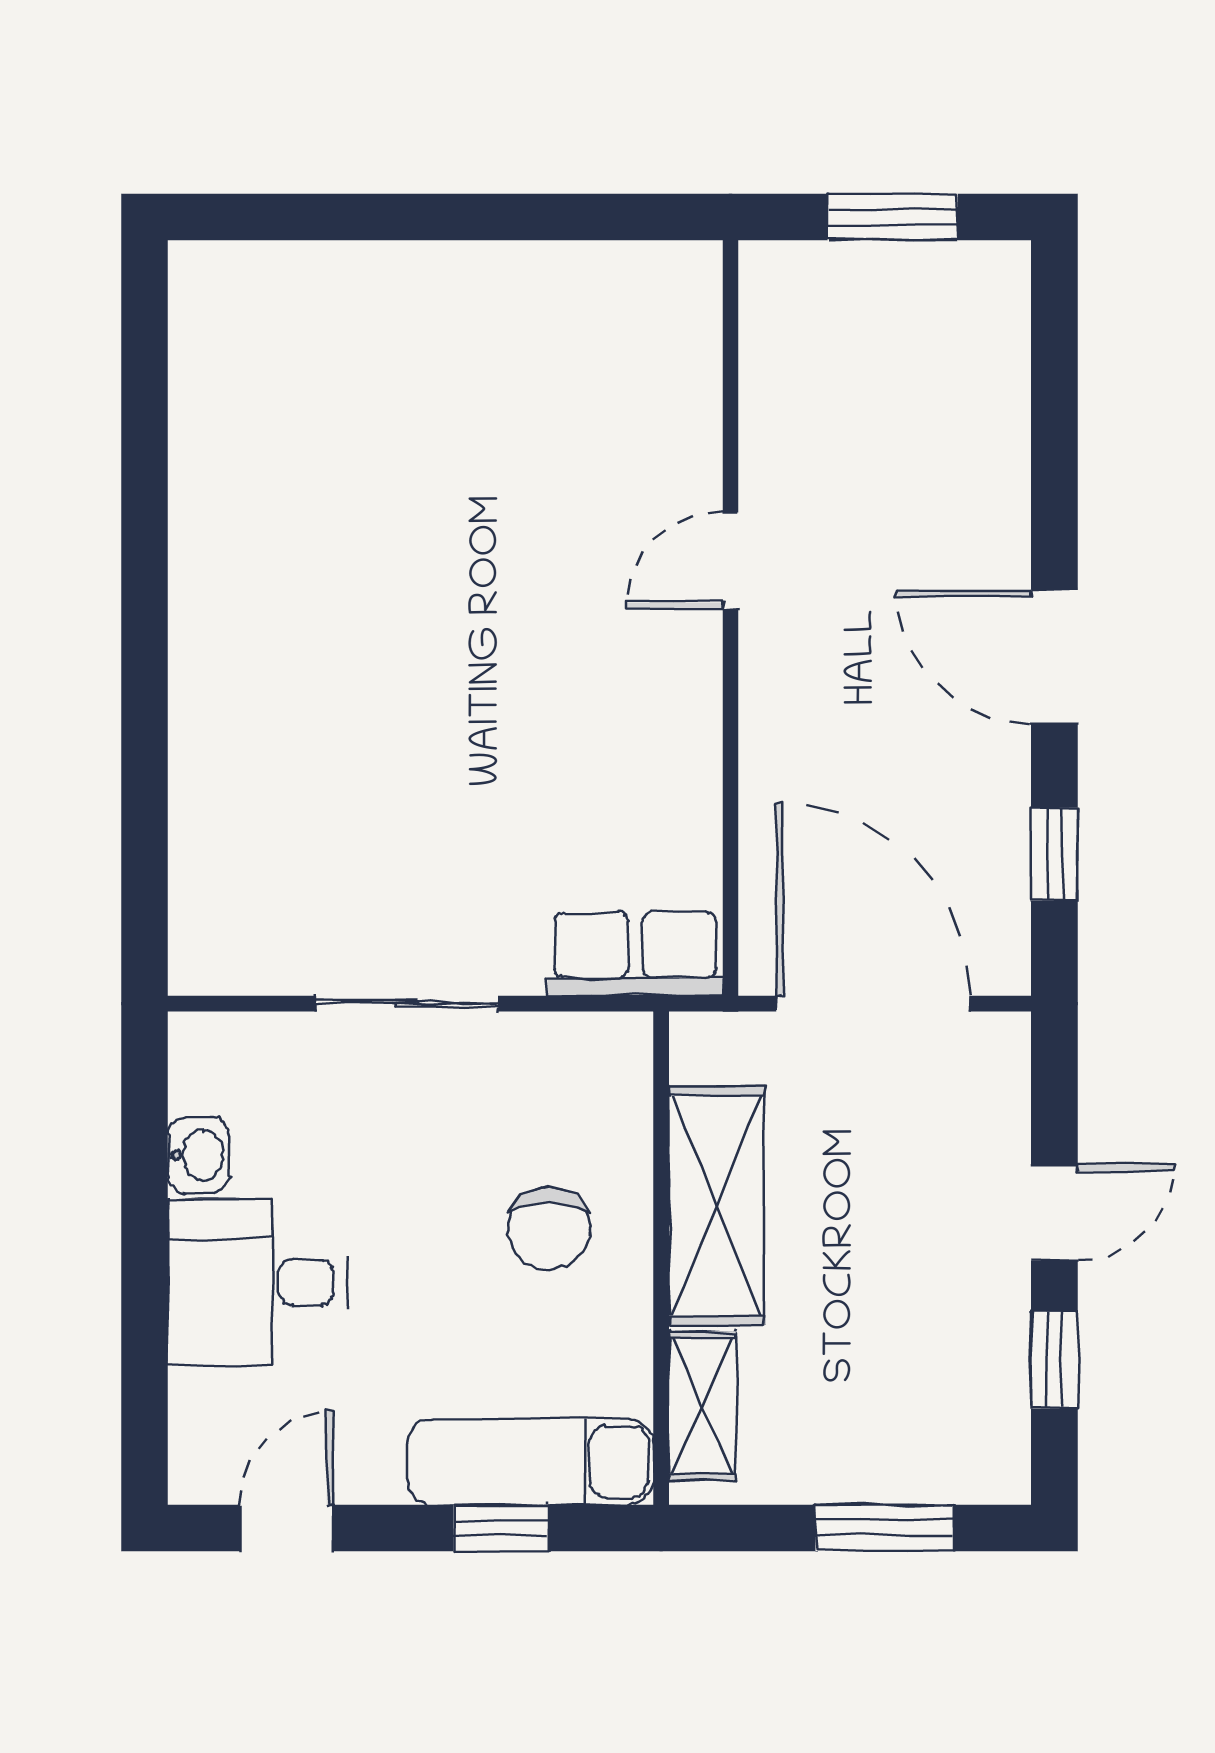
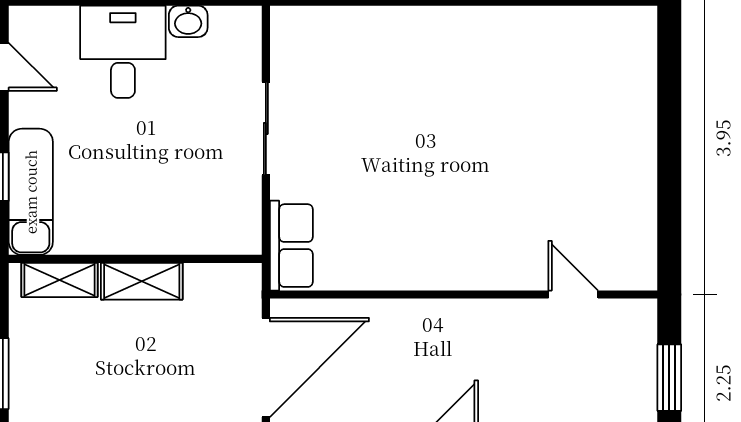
door: (731, 561) -> (573, 294), moved
shelving: (717, 1206) -> (142, 281), width x0.67, depth x0.75
chair: (549, 1229) -> (150, 201), removed

